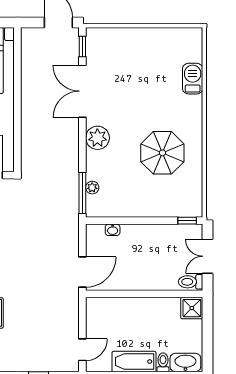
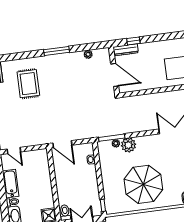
plant: (97, 138) -> (128, 145), moved
parasol: (162, 153) -> (143, 184), width x1.36, depth x1.36

